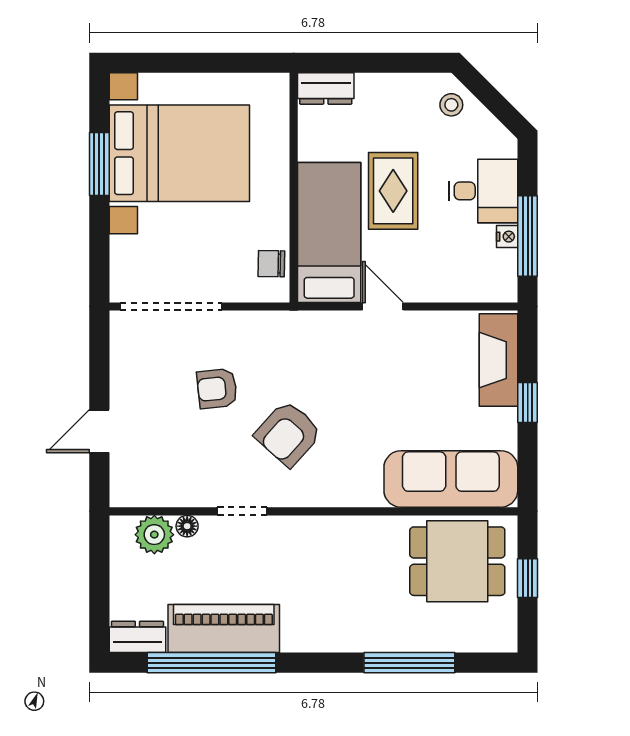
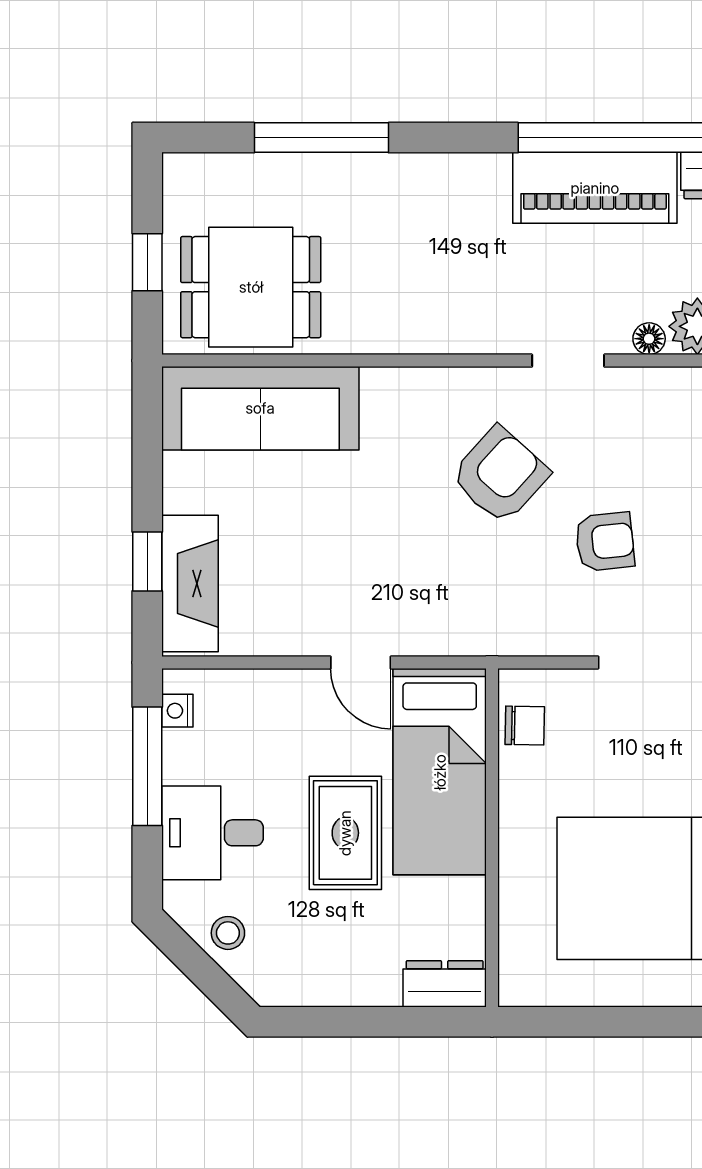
stool: (451, 105) -> (228, 933), moved
nightstand: (507, 237) -> (177, 711), moved
window: (528, 403) -> (147, 561), moved

